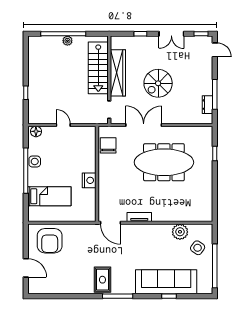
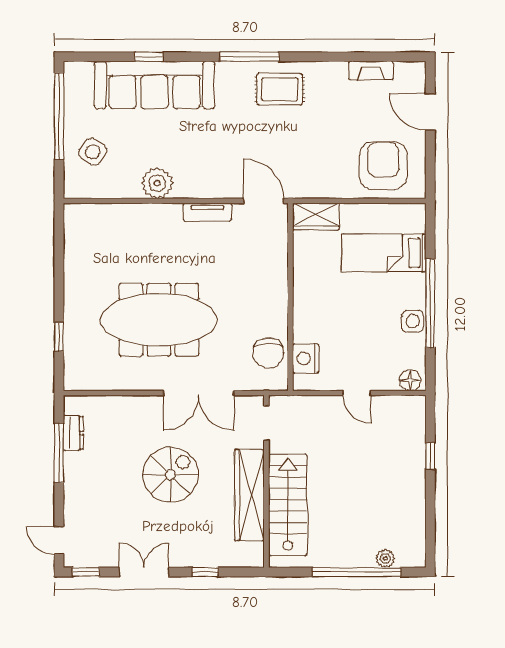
plant: (67, 41) -> (385, 558), moved
nightstand: (89, 180) -> (306, 358), moved
wardrobe: (84, 215) -> (316, 217), added
plant: (180, 232) -> (157, 183), moved
rug: (102, 280) -> (280, 89), turned 90
fireplace: (56, 289) -> (371, 71), added

